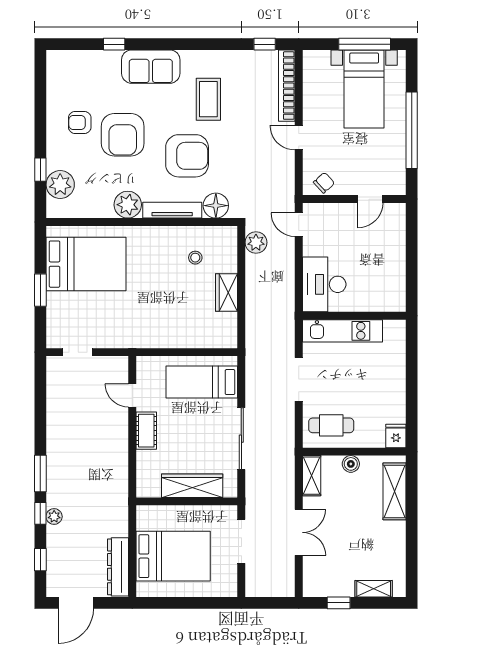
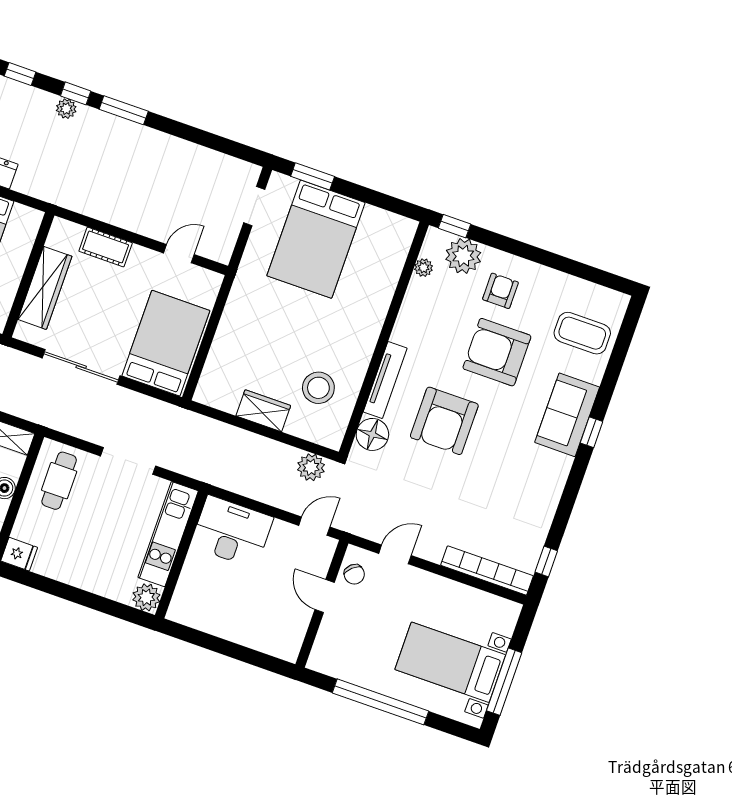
window: (114, 44) -> (591, 432), moved
coffee table: (208, 99) -> (582, 333), moved
armchair: (80, 122) -> (500, 291), moved
door: (299, 138) -> (395, 554), moved
window: (40, 170) -> (455, 226), moved
door: (370, 199) -> (325, 596), moved
plant: (128, 205) -> (424, 268), moved, width x0.53, depth x0.53
stool: (195, 258) -> (318, 388), width x1.89, depth x1.89
bed: (86, 264) -> (316, 239), moved
window: (40, 290) -> (313, 176), moved
plant: (395, 331) -> (146, 597), added
bed: (202, 382) -> (166, 343), width x1.50
cot: (146, 431) -> (106, 247), moved

